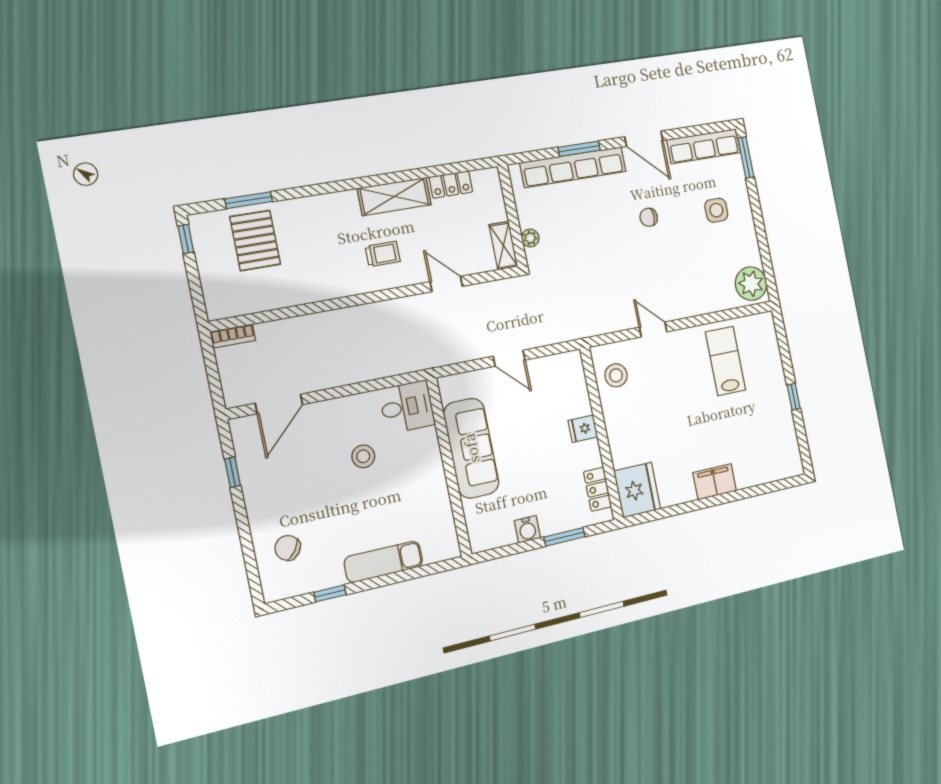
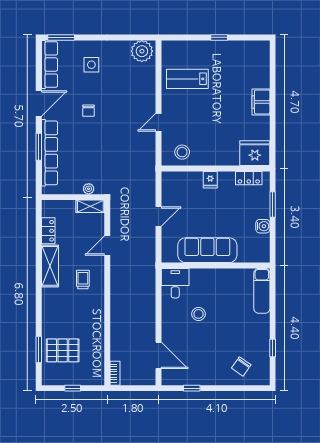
window: (186, 239) -> (73, 388), moved
exam couch: (384, 562) -> (262, 291), moved

